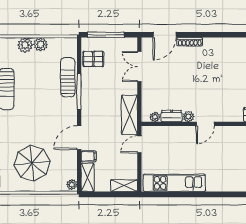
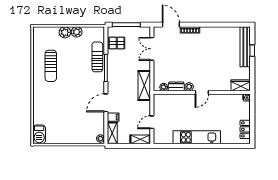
door: (165, 35) -> (171, 25), swing flipped
door: (139, 144) -> (152, 122), moved
parasol: (32, 163) -> (70, 122), removed
kitchen unit: (174, 183) -> (197, 137), moved

